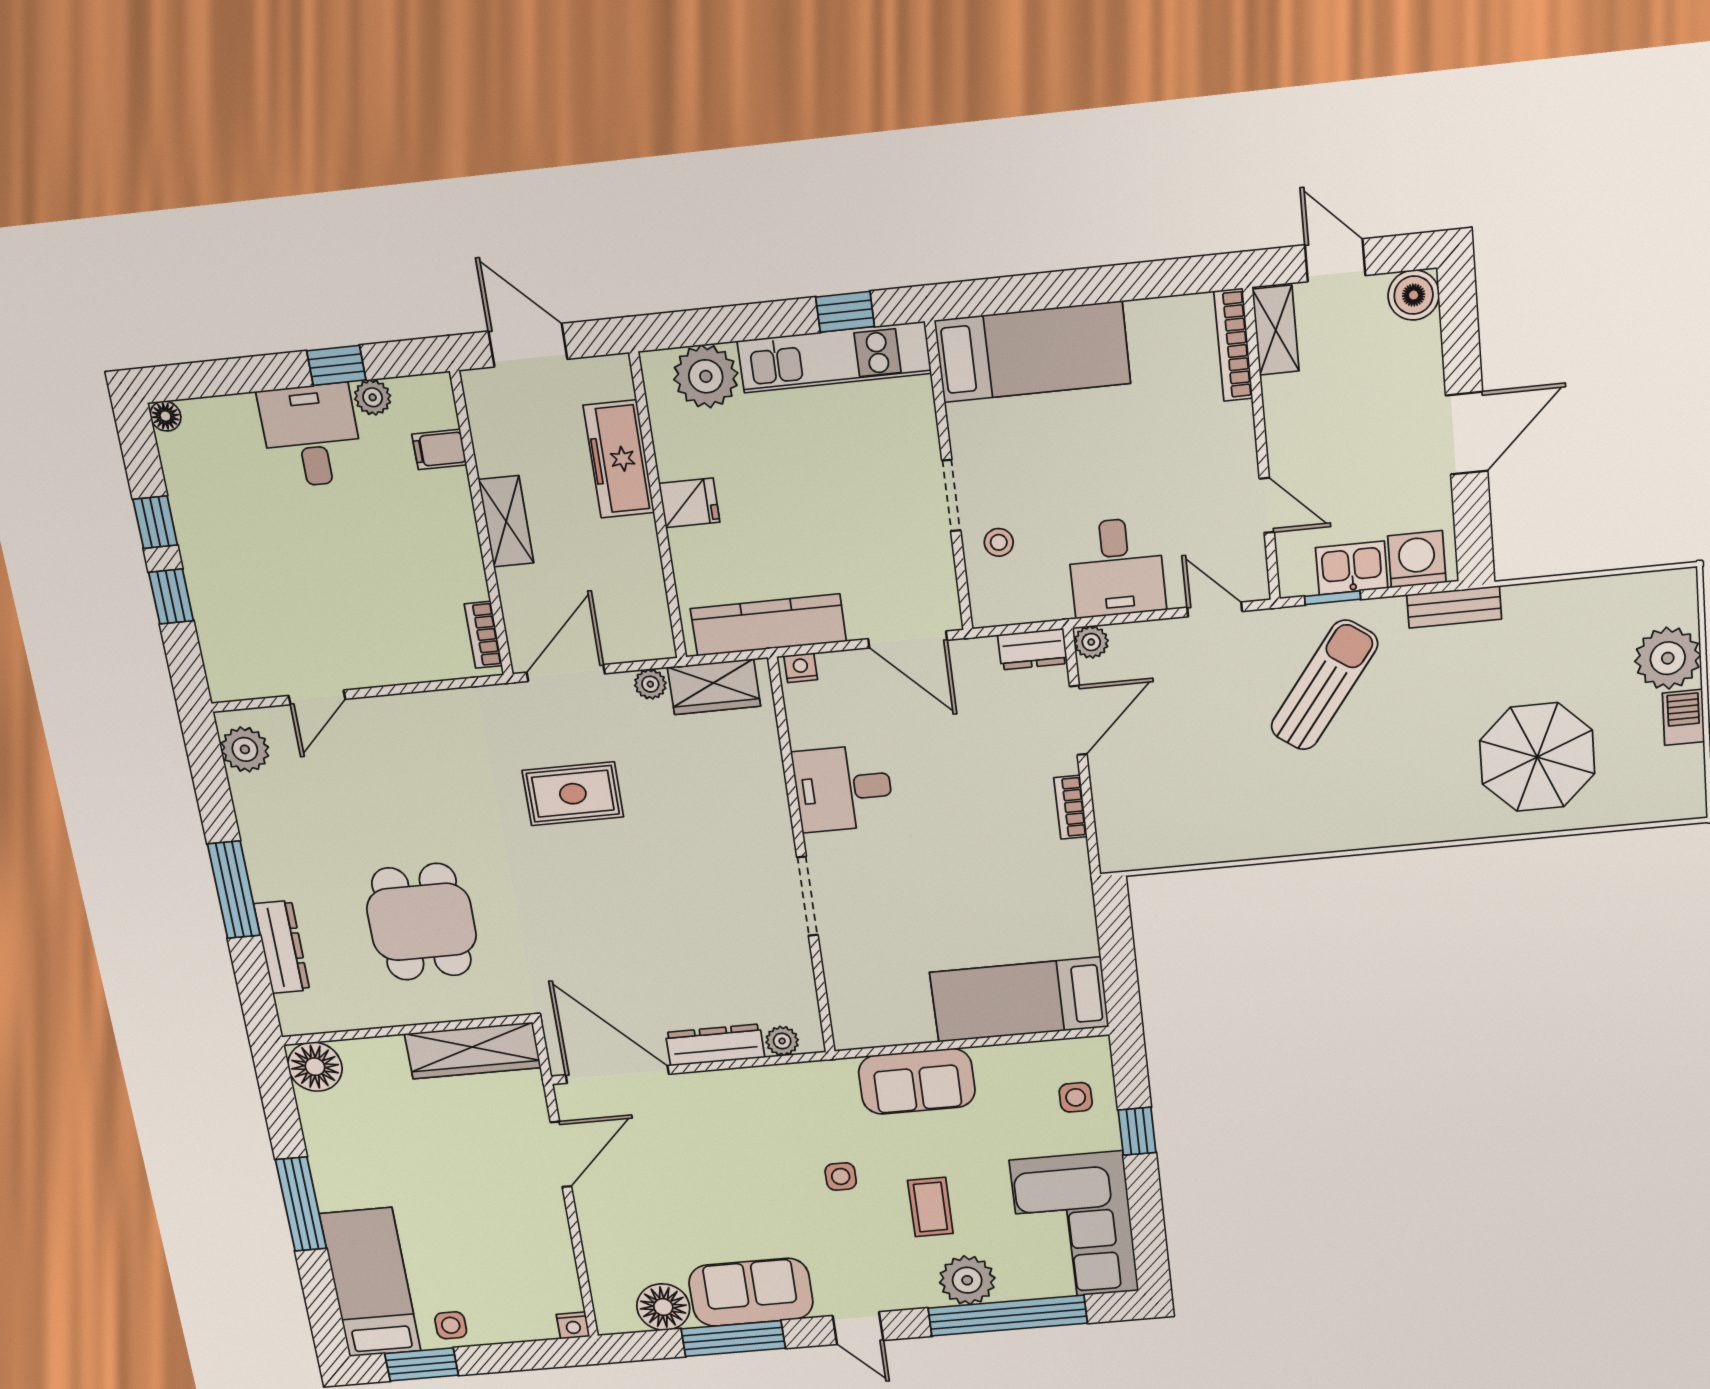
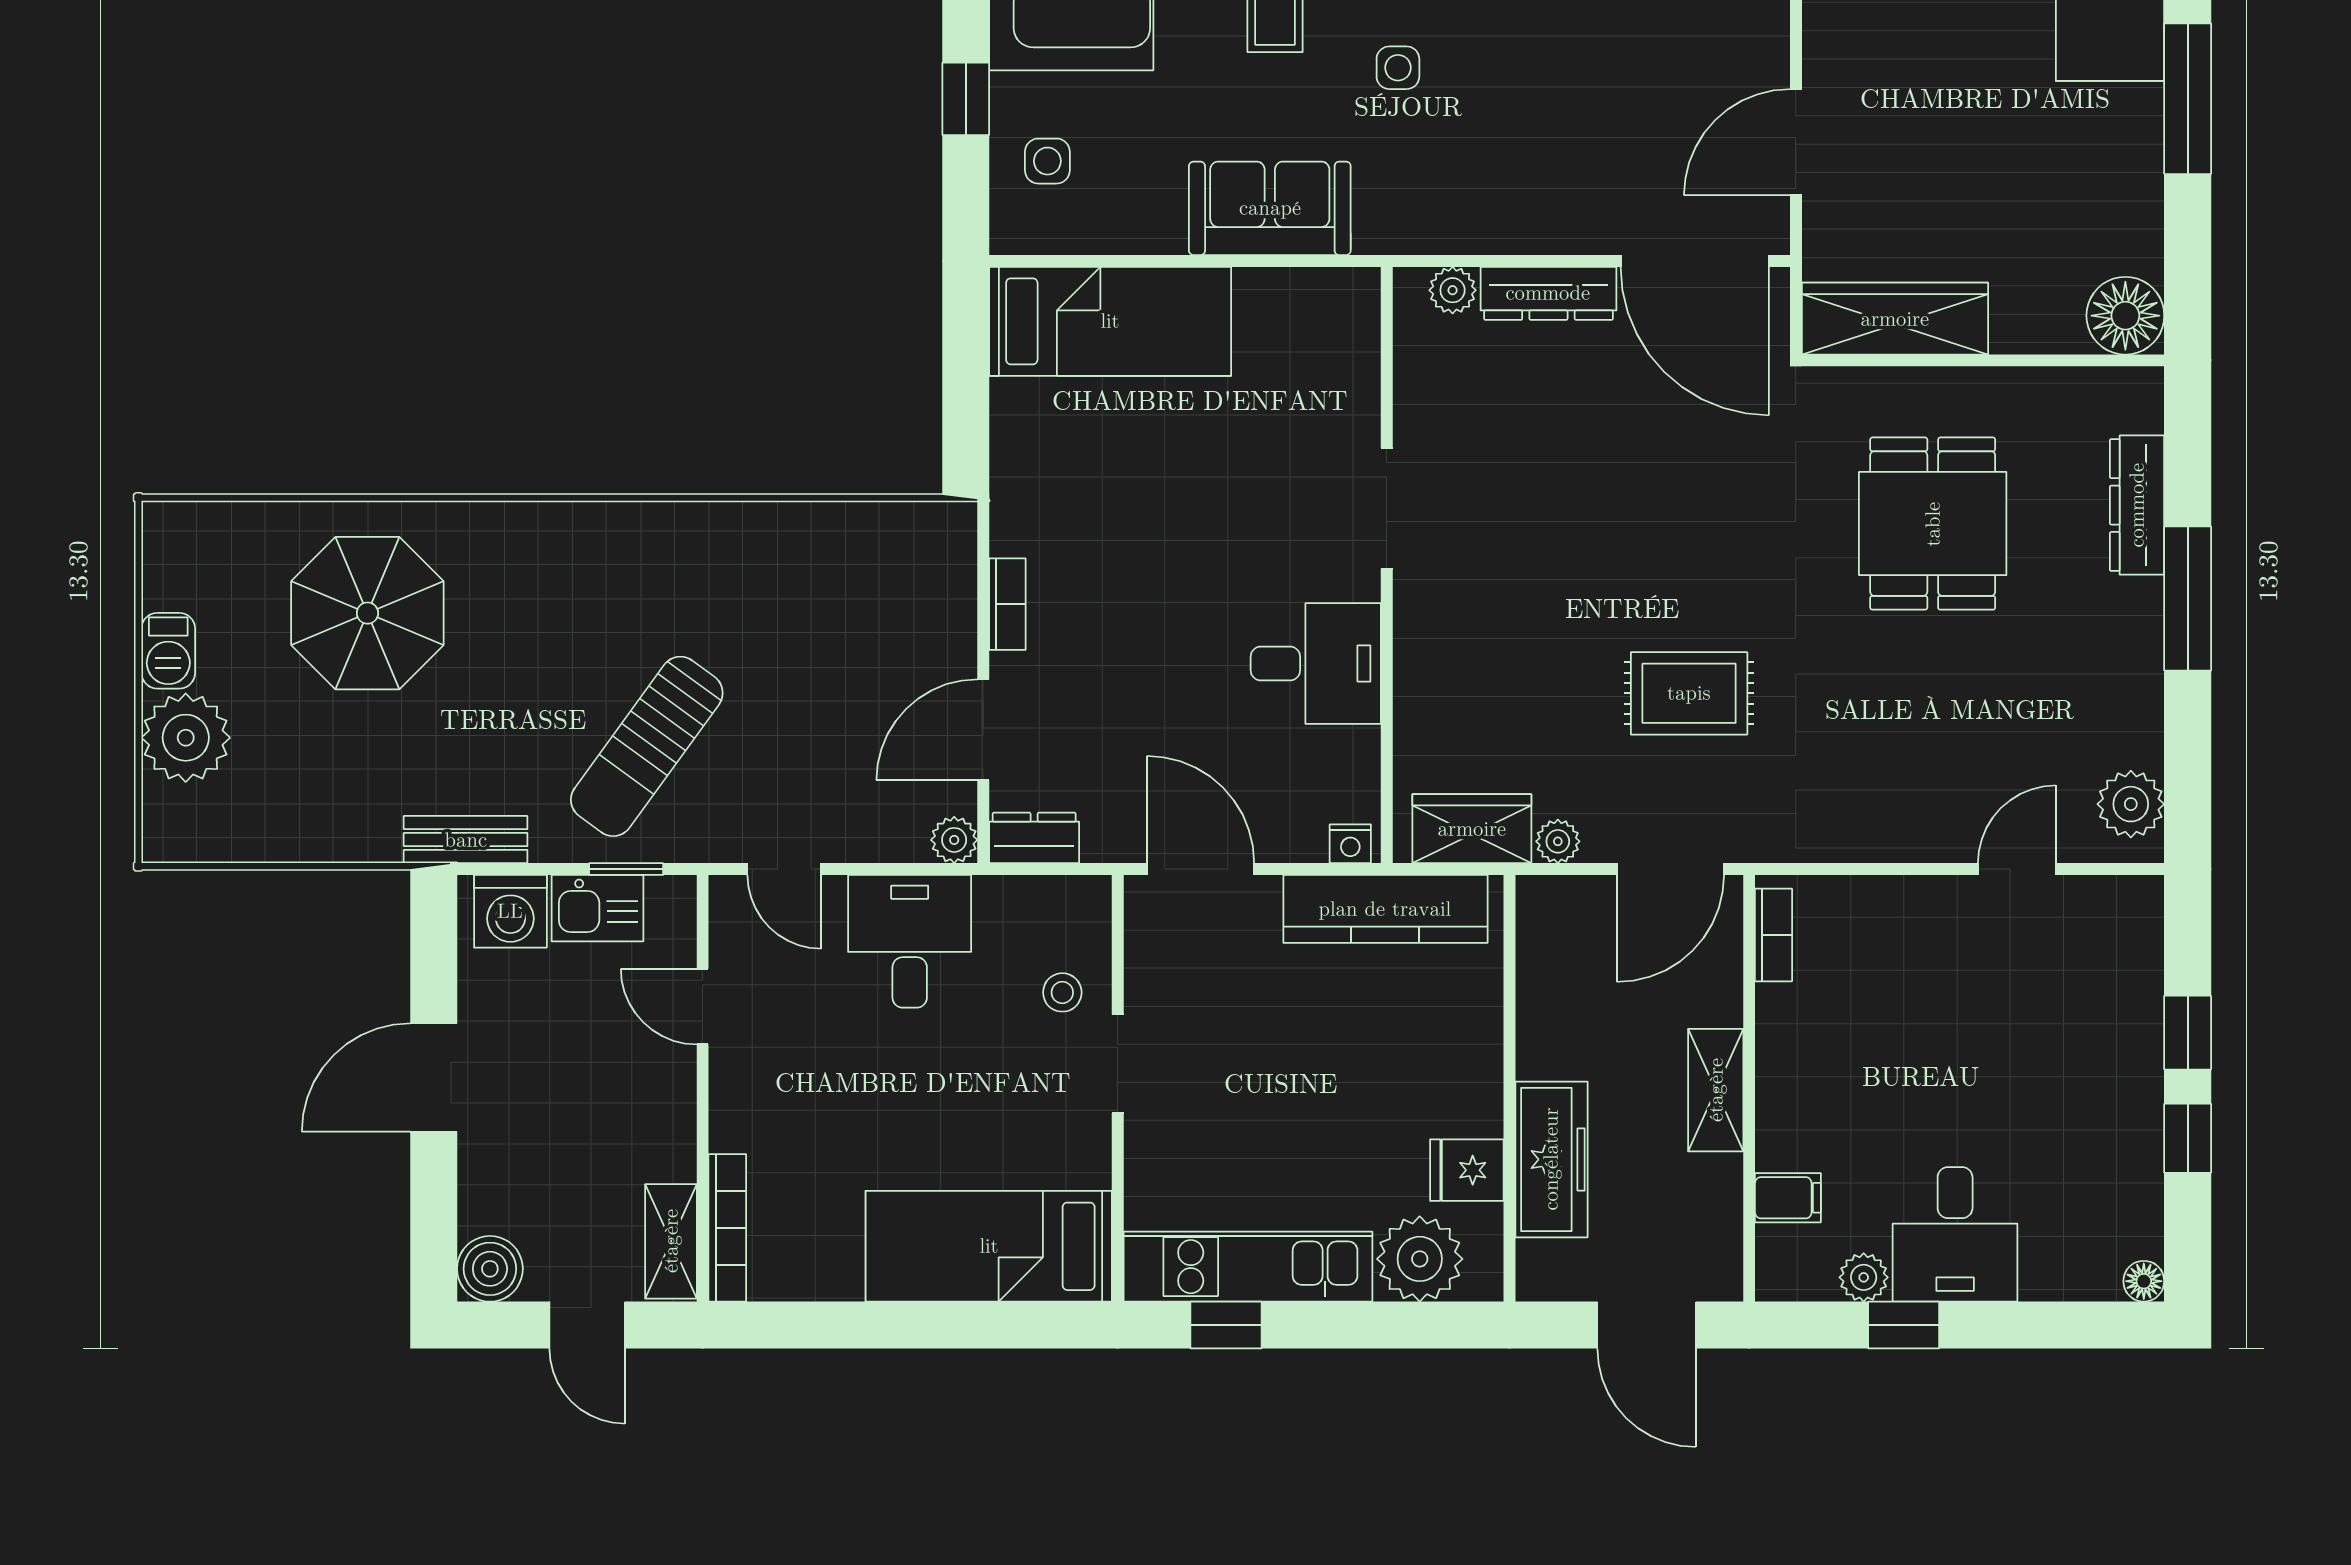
fridge: (689, 503) -> (1467, 1170), moved

